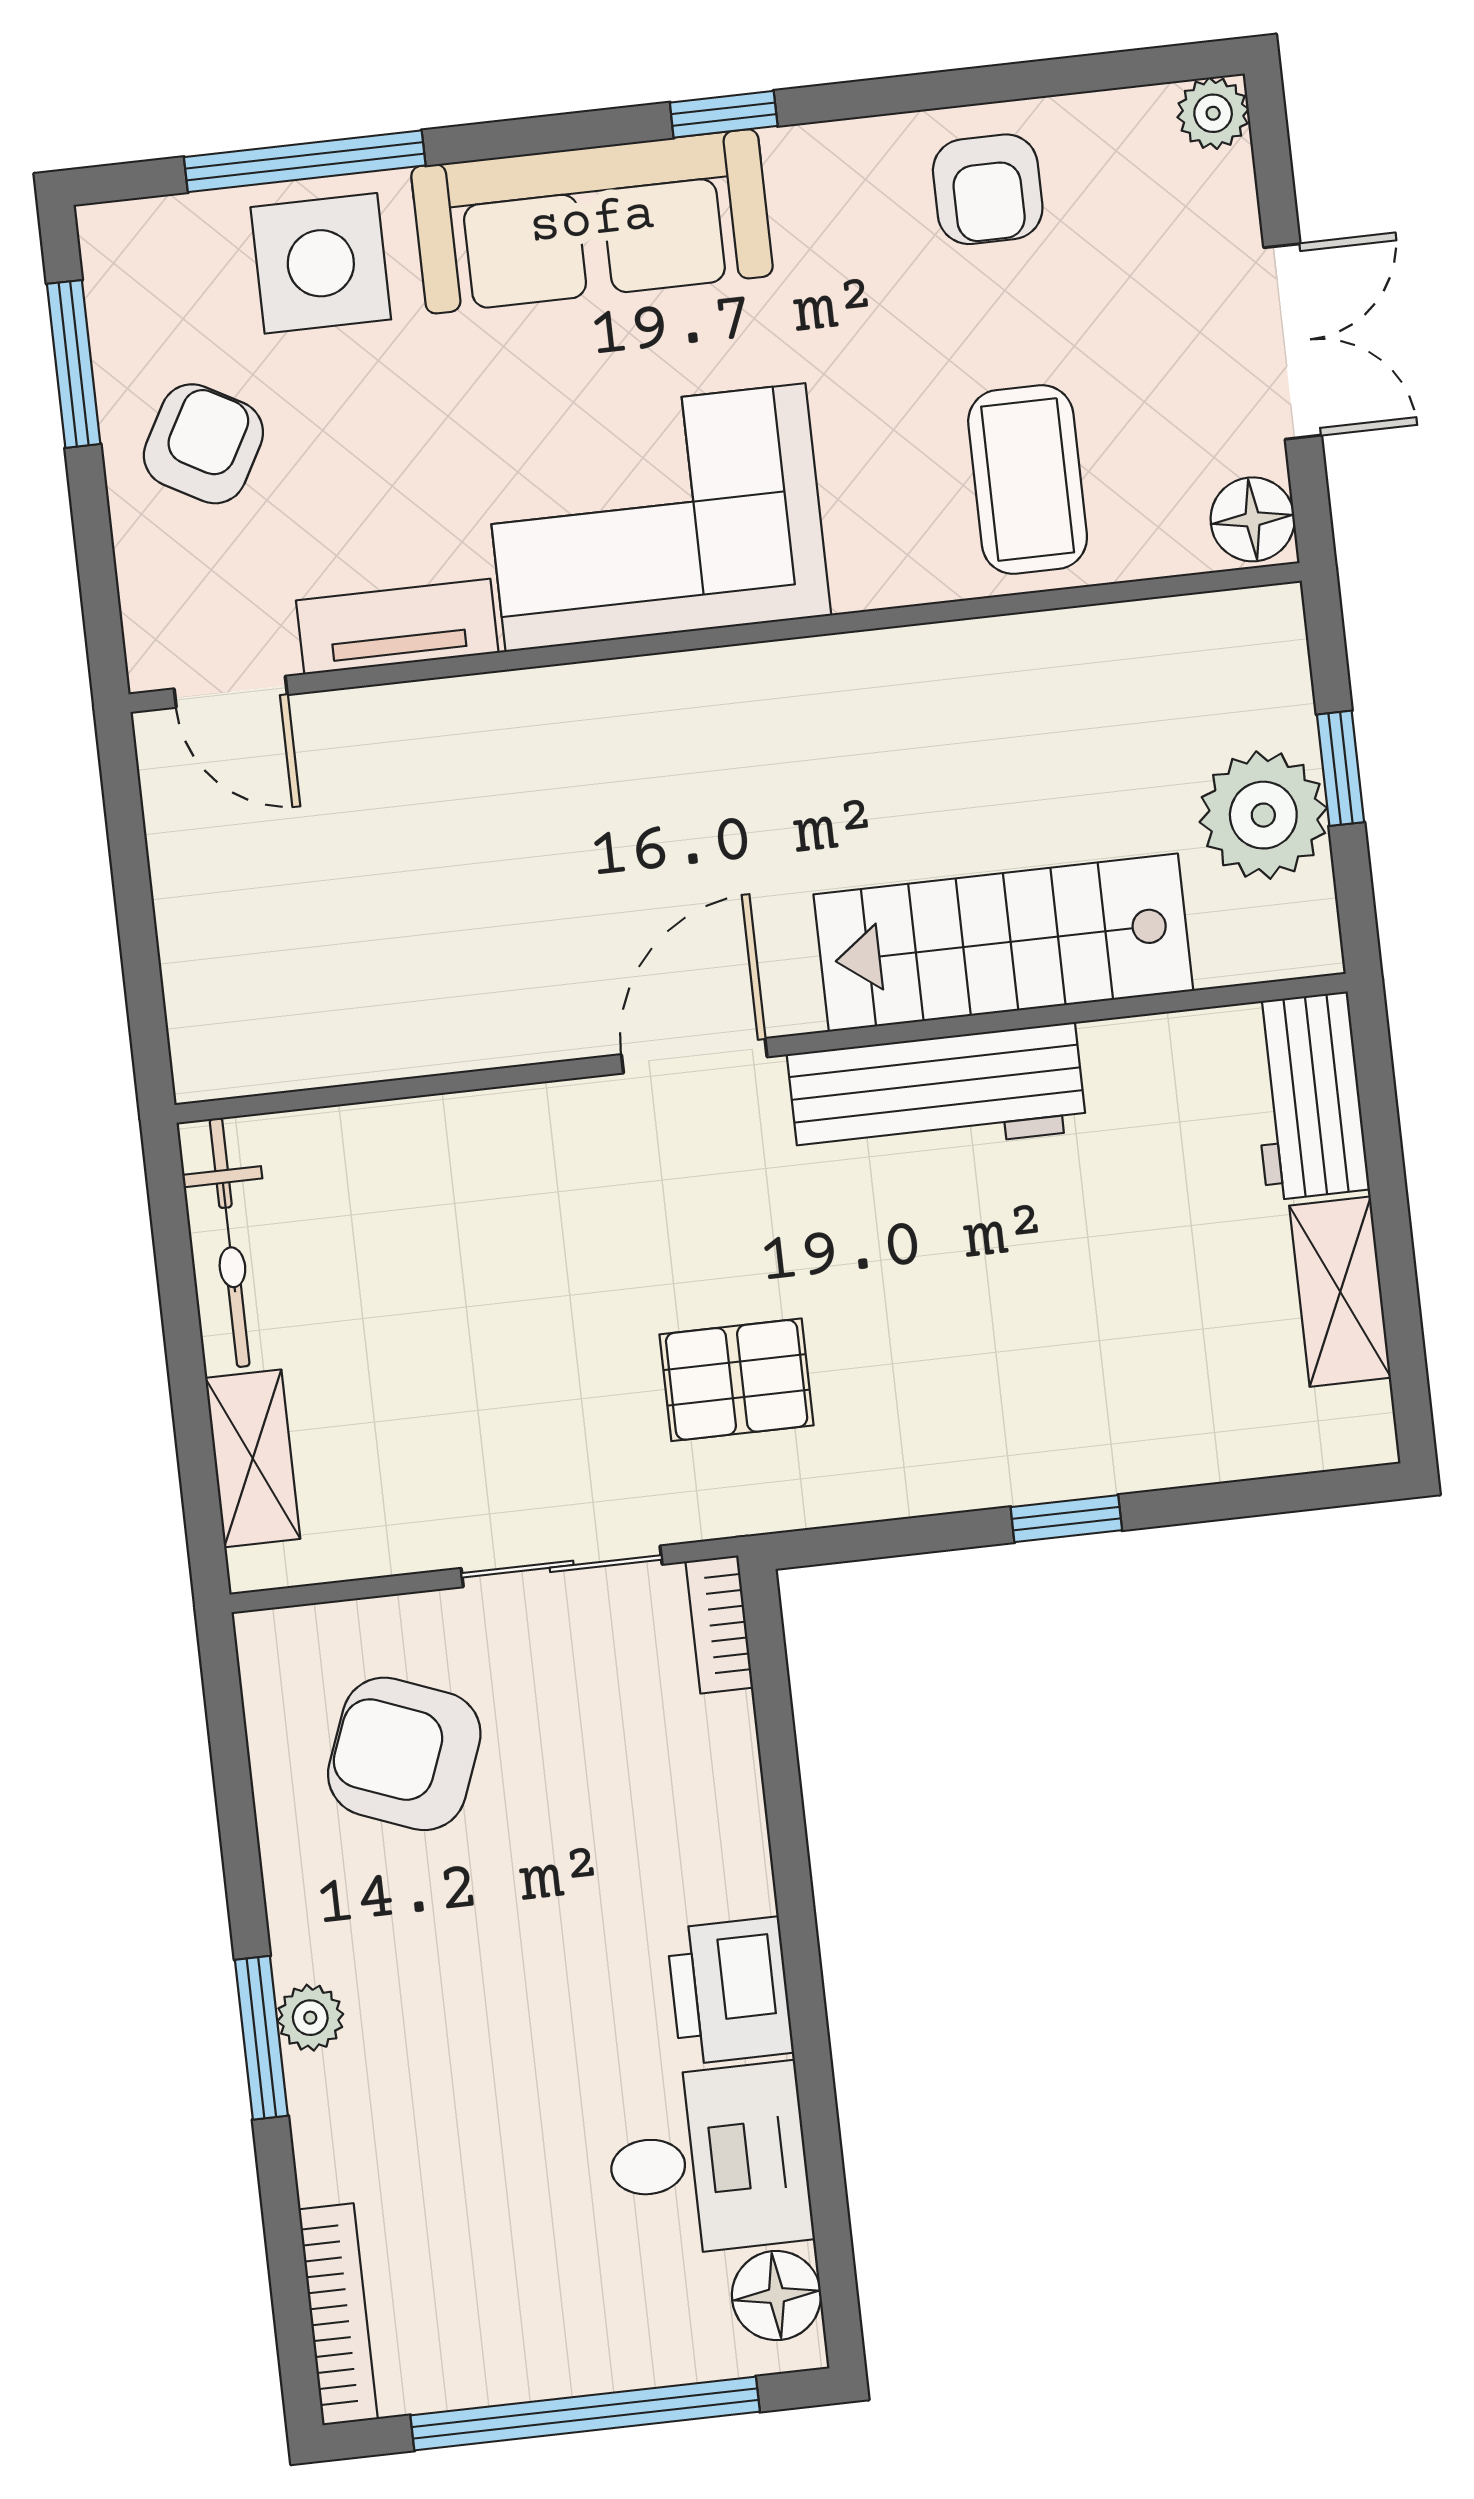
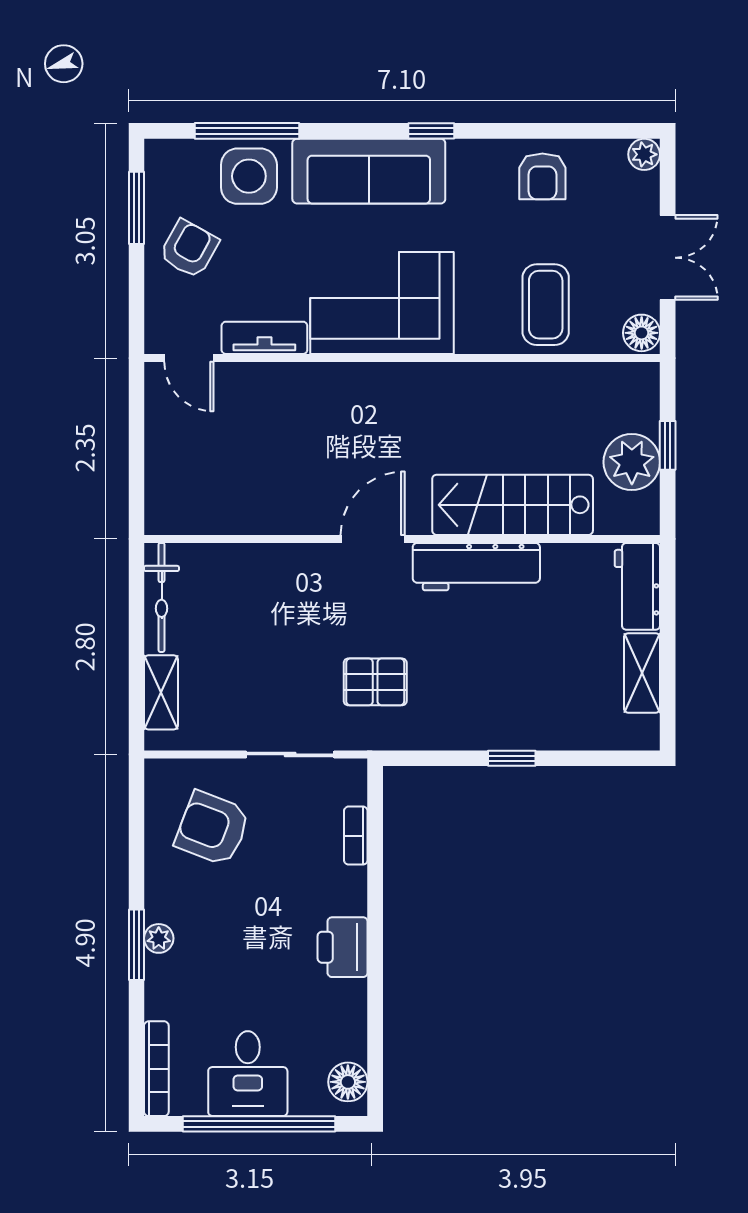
bookcase: (719, 1624) -> (356, 836), moved
desk: (708, 2160) -> (248, 1074), moved, turned 90

